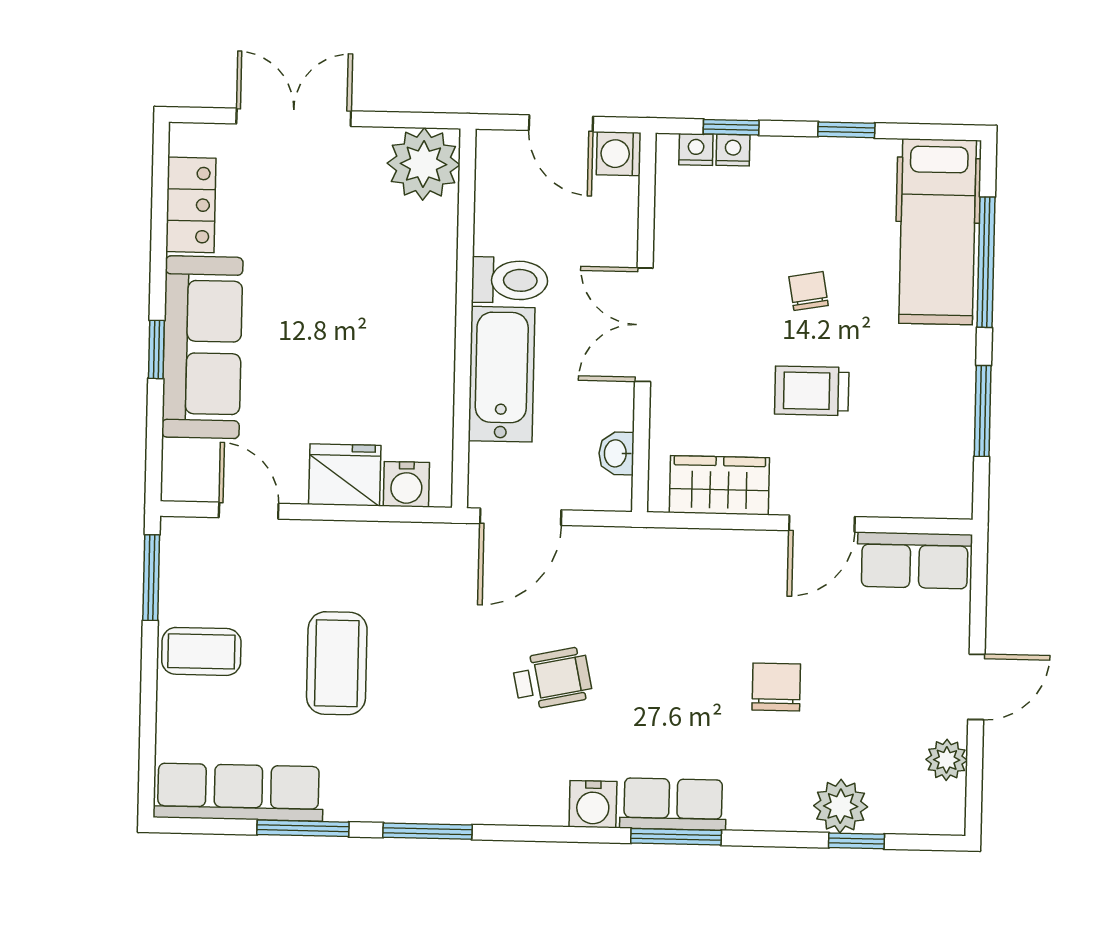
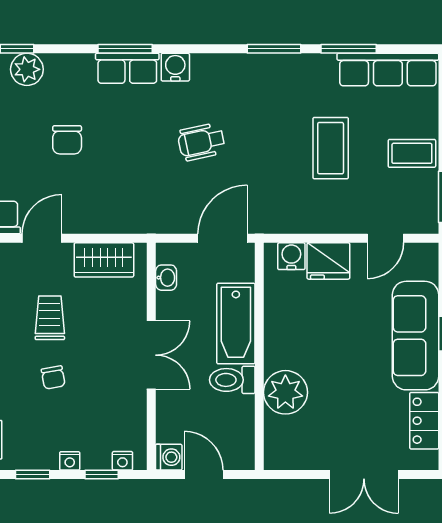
nightstand: (733, 150) -> (70, 461), moved
plant: (423, 164) -> (285, 392), moved
trolley: (812, 391) -> (50, 318), turned -90
door: (249, 511) -> (385, 238), hinge flipped

